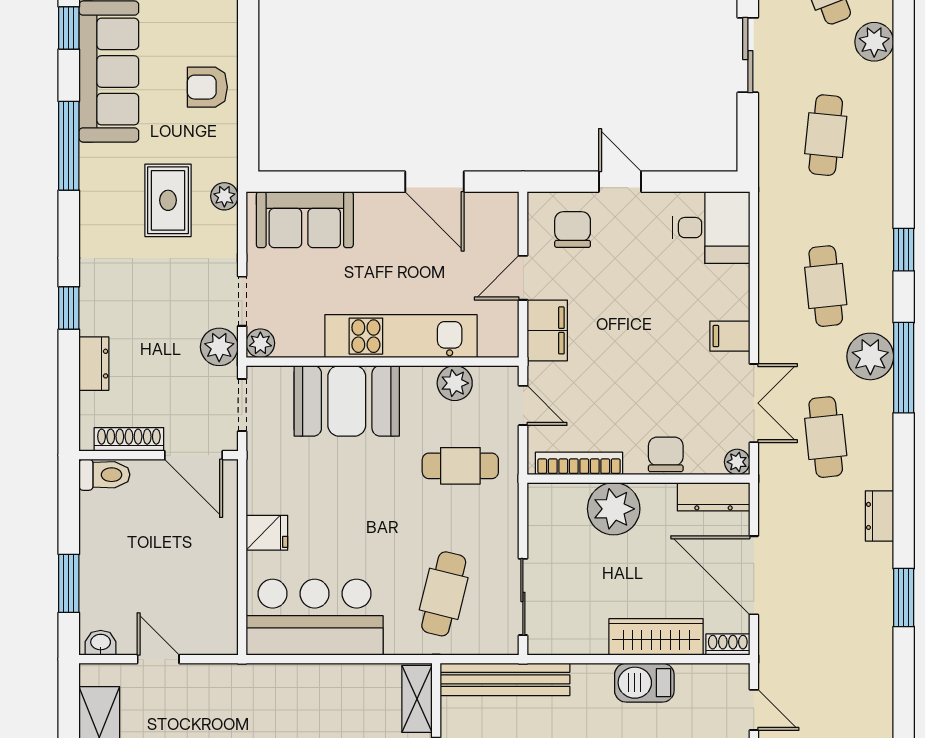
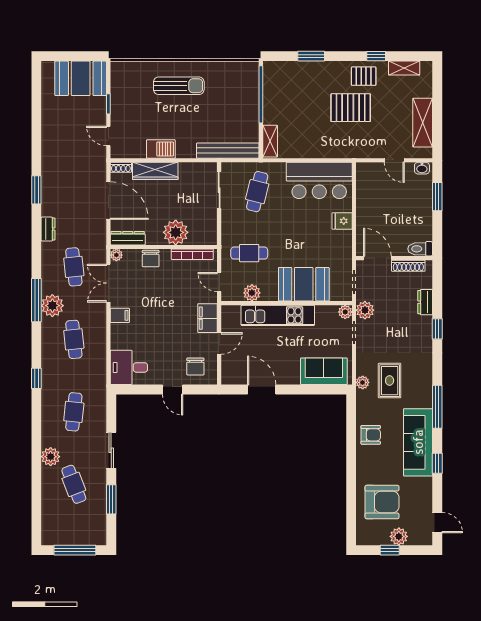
window: (904, 250) -> (36, 378), moved

